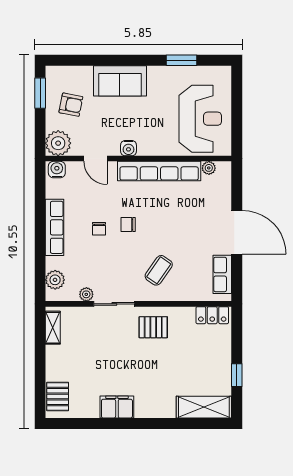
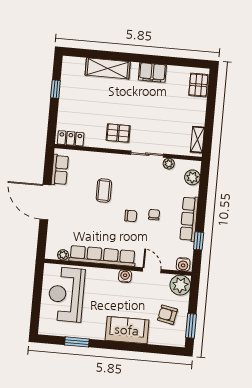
window: (40, 201) -> (199, 241), added
coffee table: (159, 270) -> (104, 191), moved, turned -35
shelving: (204, 407) -> (108, 68), moved

